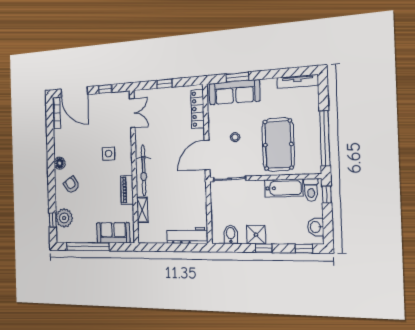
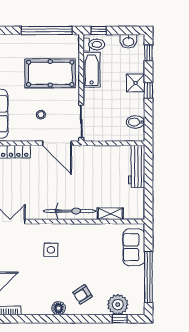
piano: (127, 190) -> (89, 230), removed
shower: (256, 235) -> (136, 83), moved

